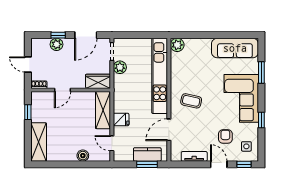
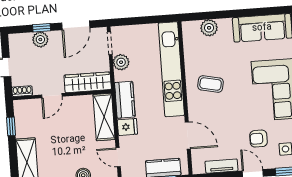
plant: (177, 45) -> (209, 28), moved
wardrobe: (98, 81) -> (88, 82), width x1.50
kitchen counter: (121, 98) -> (125, 100), added
coffee table: (191, 101) -> (211, 84), moved
door: (169, 130) -> (188, 135), swing flipped
armchair: (225, 137) -> (258, 139), turned -90

